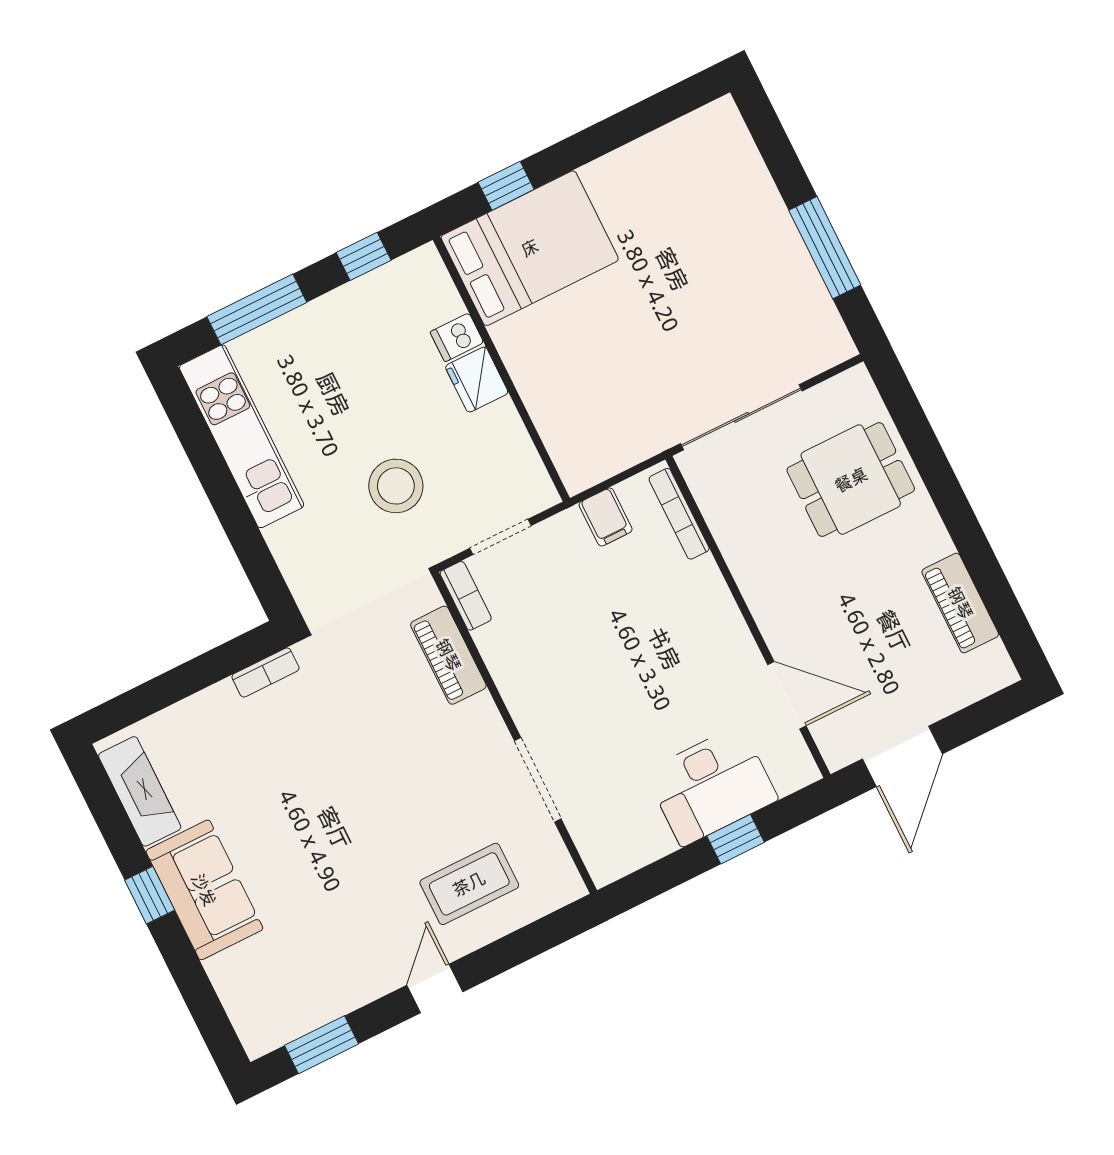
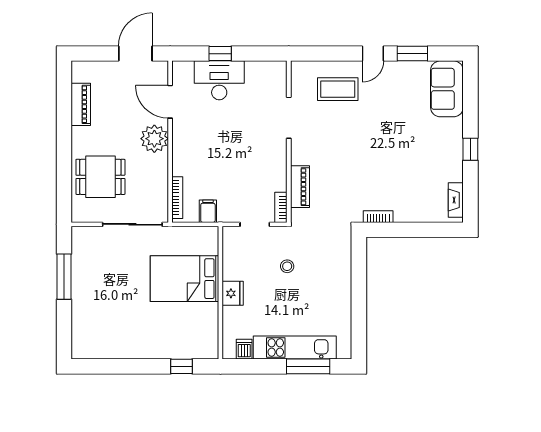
bed: (530, 248) -> (184, 279), moved
window: (364, 256) -> (254, 366), removed
dishwasher: (457, 337) -> (244, 349), moved, turned -90
kitchen unit: (242, 436) -> (295, 347), moved, turned 90
stool: (396, 486) -> (287, 266), width x0.53, depth x0.53
plant: (782, 607) -> (154, 139), added
fireplace: (140, 791) -> (456, 200), width x0.73, depth x0.76
sofa: (204, 890) -> (447, 89), moved
window: (322, 1045) -> (412, 54), moved

